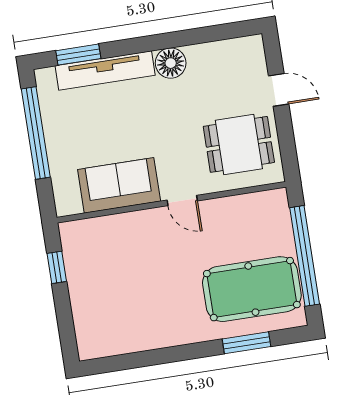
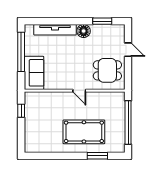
window: (78, 55) -> (102, 21), moved
sofa: (119, 185) -> (34, 73), moved, turned 90
pool table: (252, 289) -> (84, 132), moved

